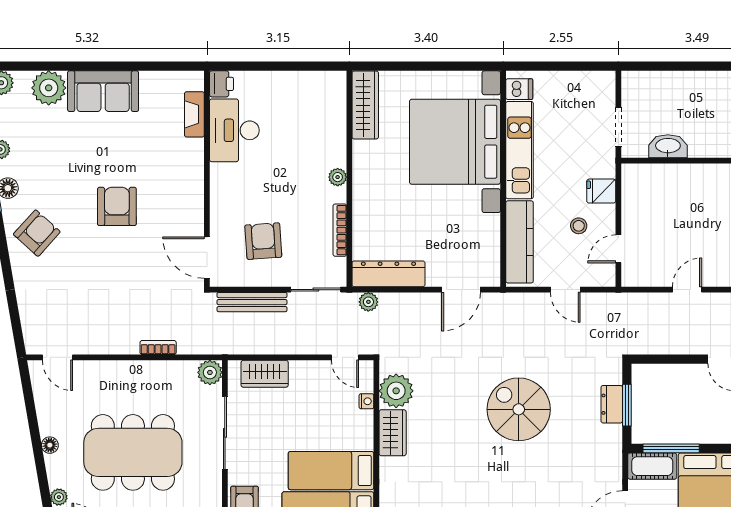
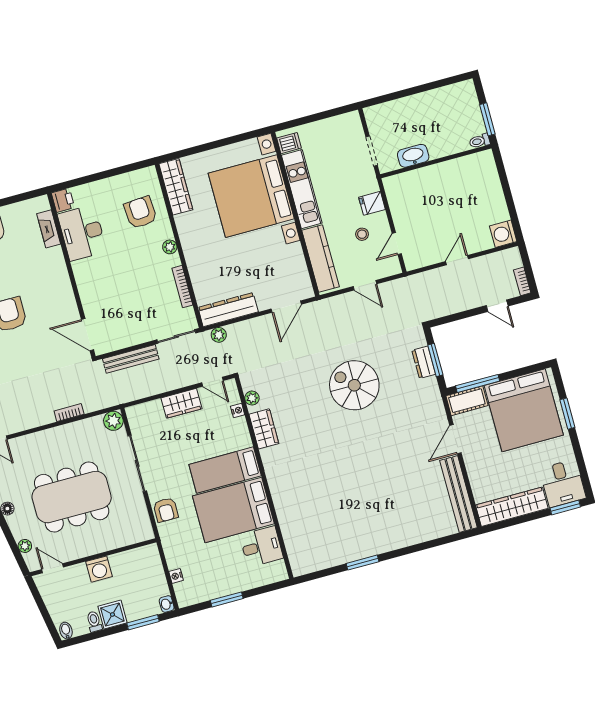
armchair: (263, 241) -> (140, 212), moved
wardrobe: (265, 374) -> (181, 403), moved
plant: (396, 391) -> (252, 398), width x0.53, depth x0.53

